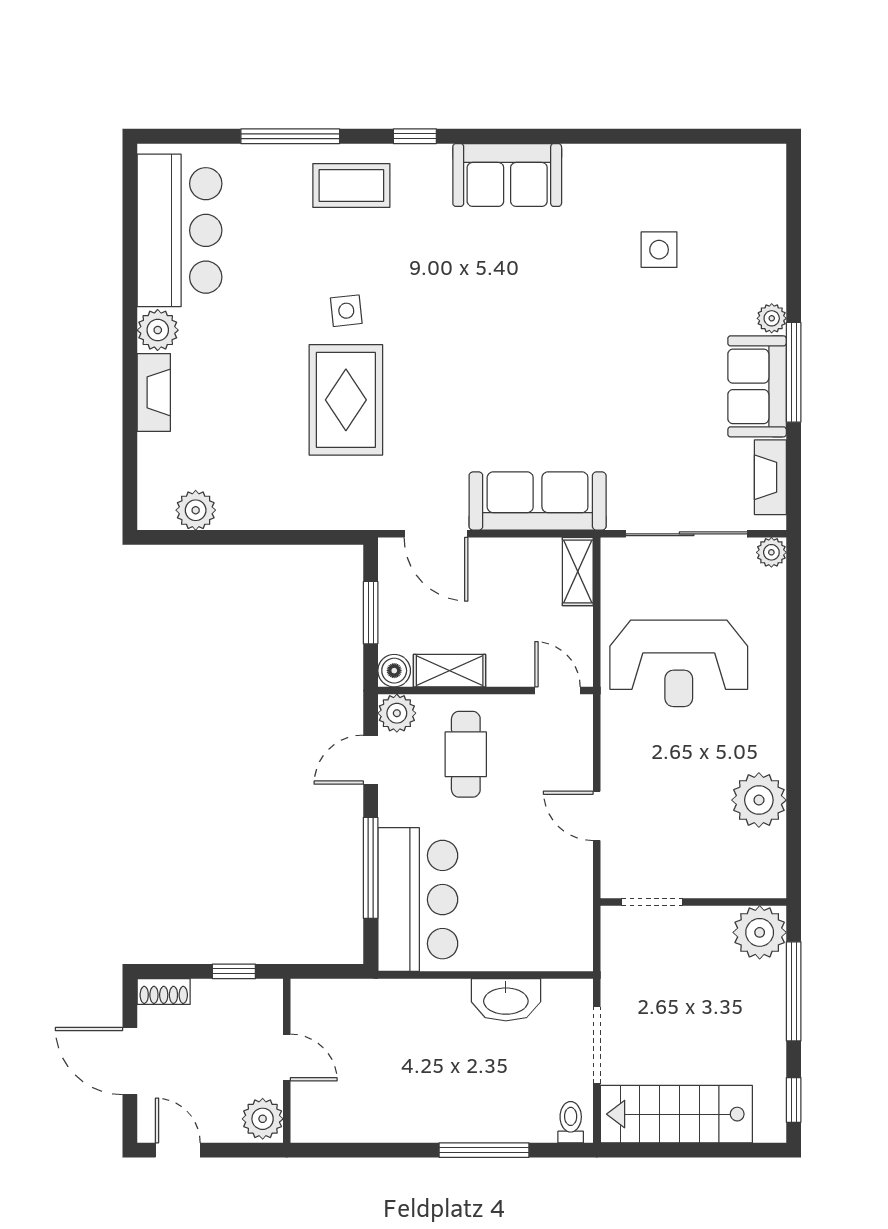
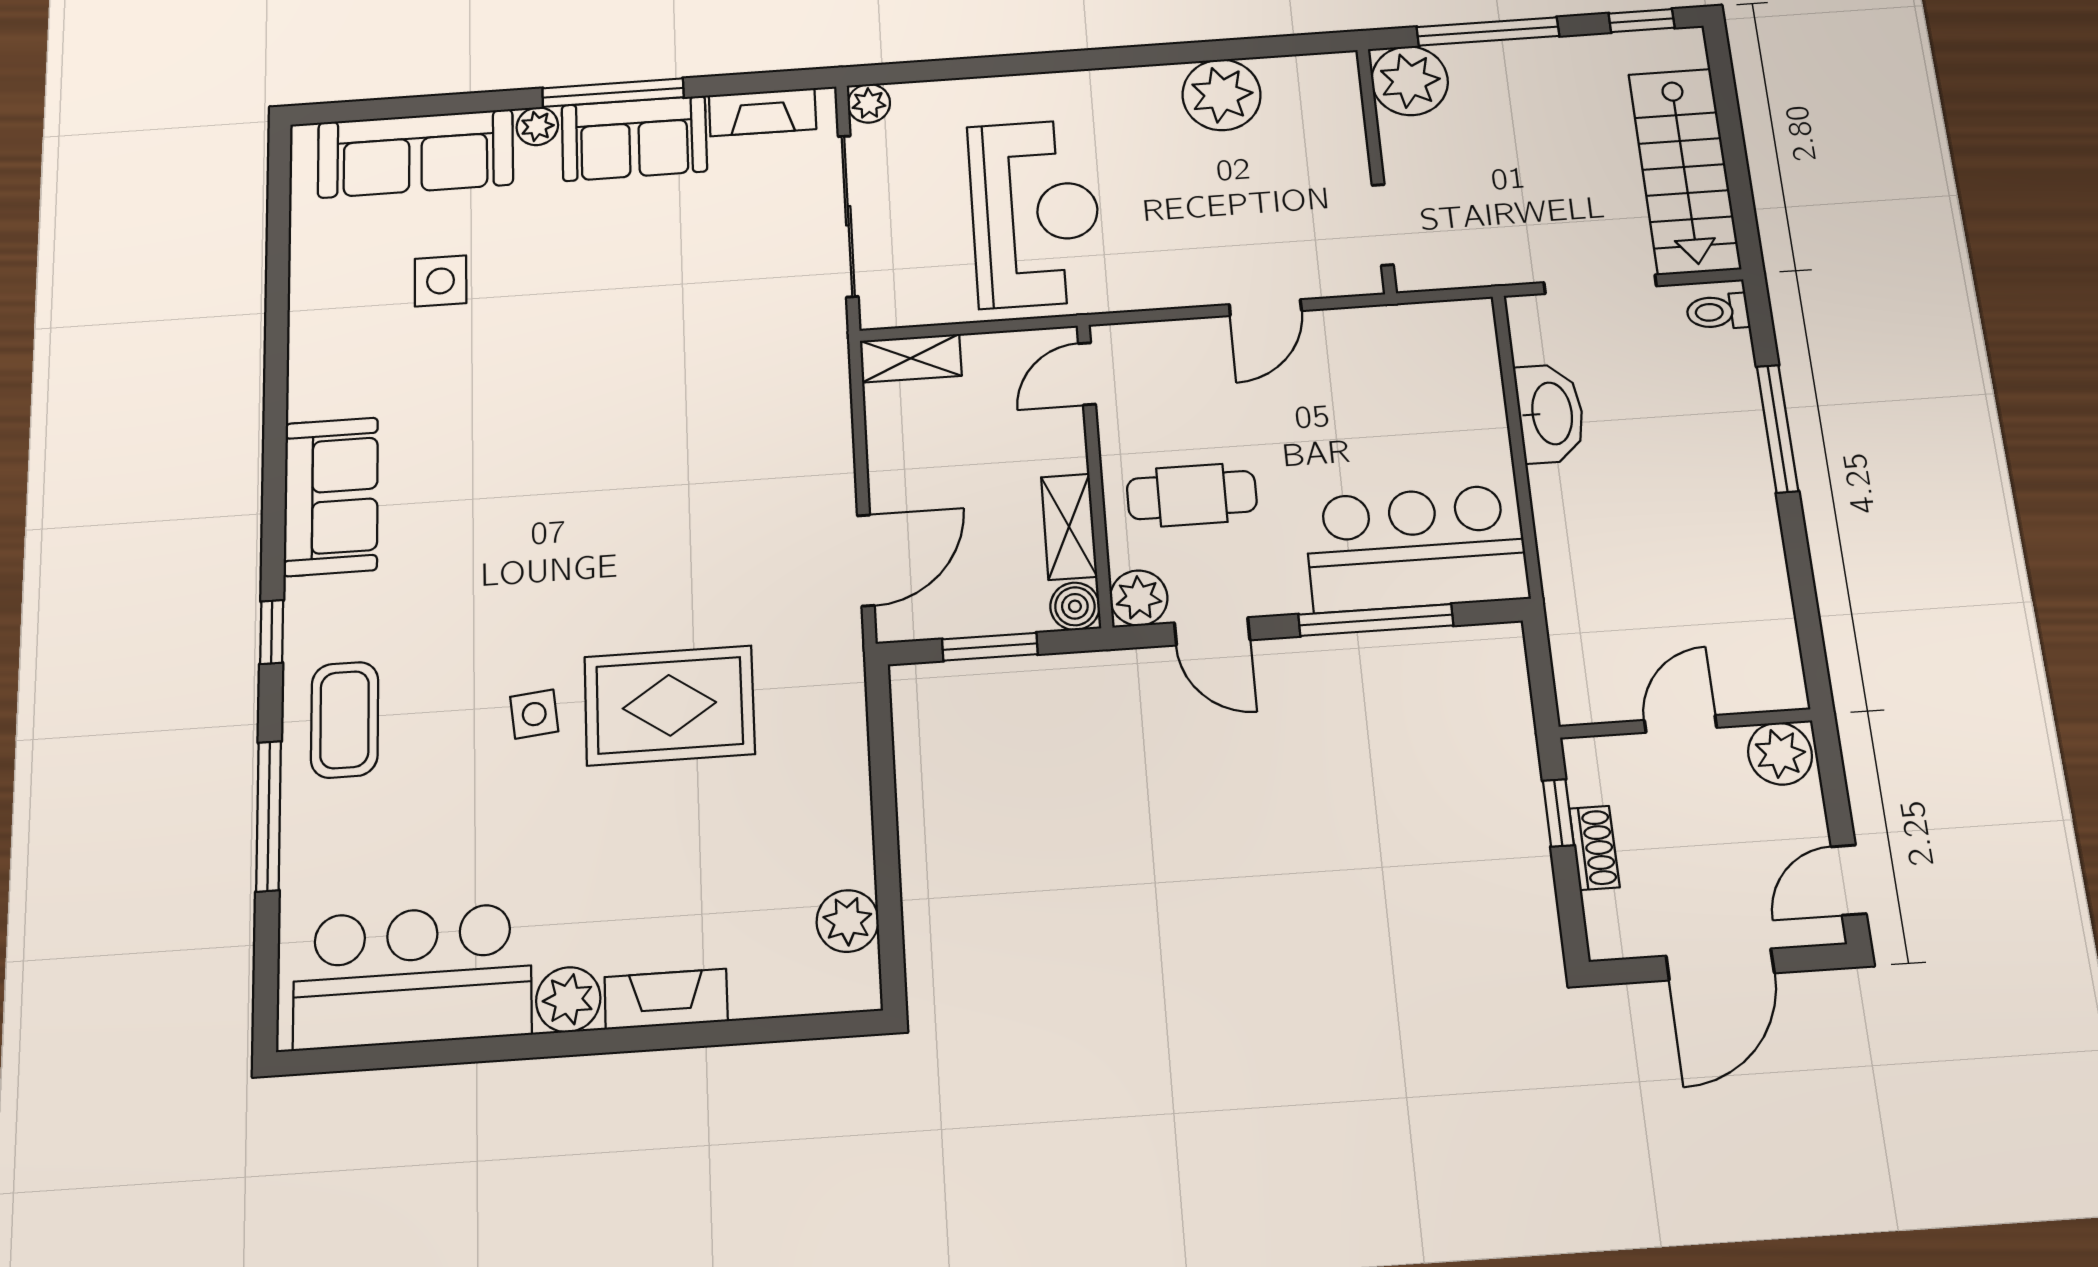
sofa: (538, 501) -> (415, 153), moved, turned -90
shoe rack: (164, 992) -> (1594, 848), moved

